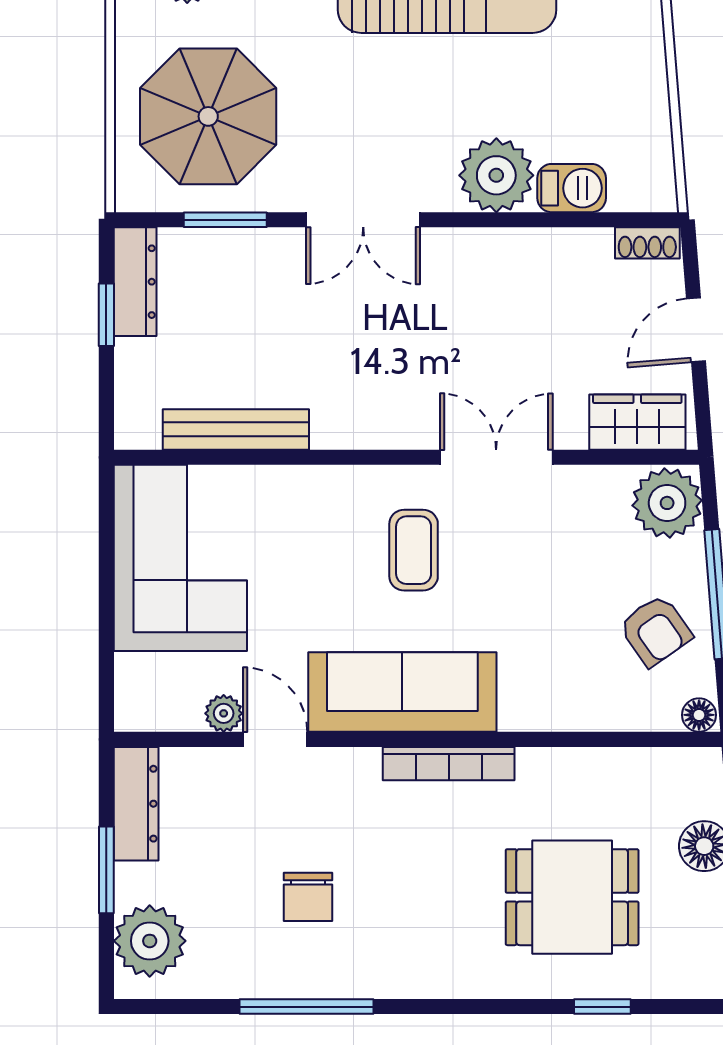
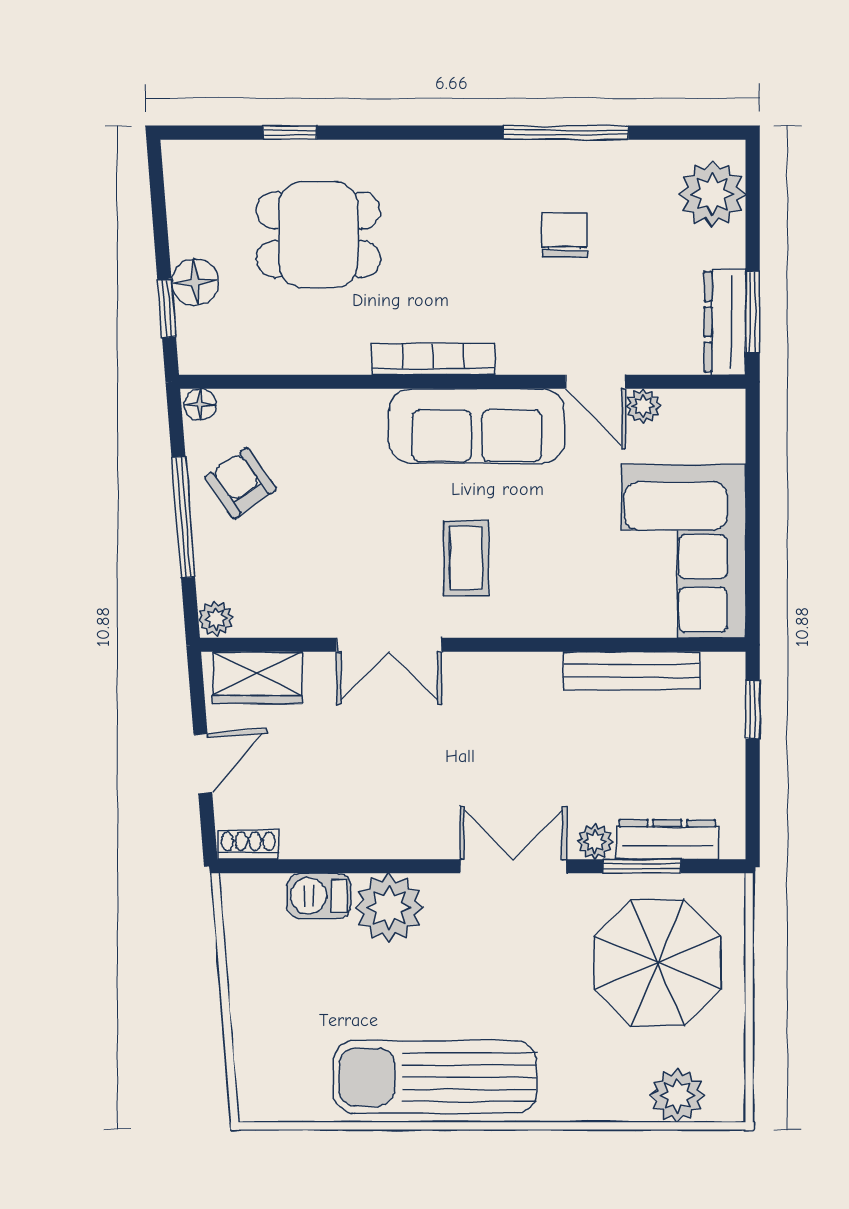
plant: (275, 246) -> (595, 842), added
dresser: (135, 282) -> (667, 839), moved, turned 90
window: (106, 315) -> (753, 710), moved
plant: (667, 503) -> (216, 619), width x0.53, depth x0.53
window: (106, 870) -> (753, 312), moved

